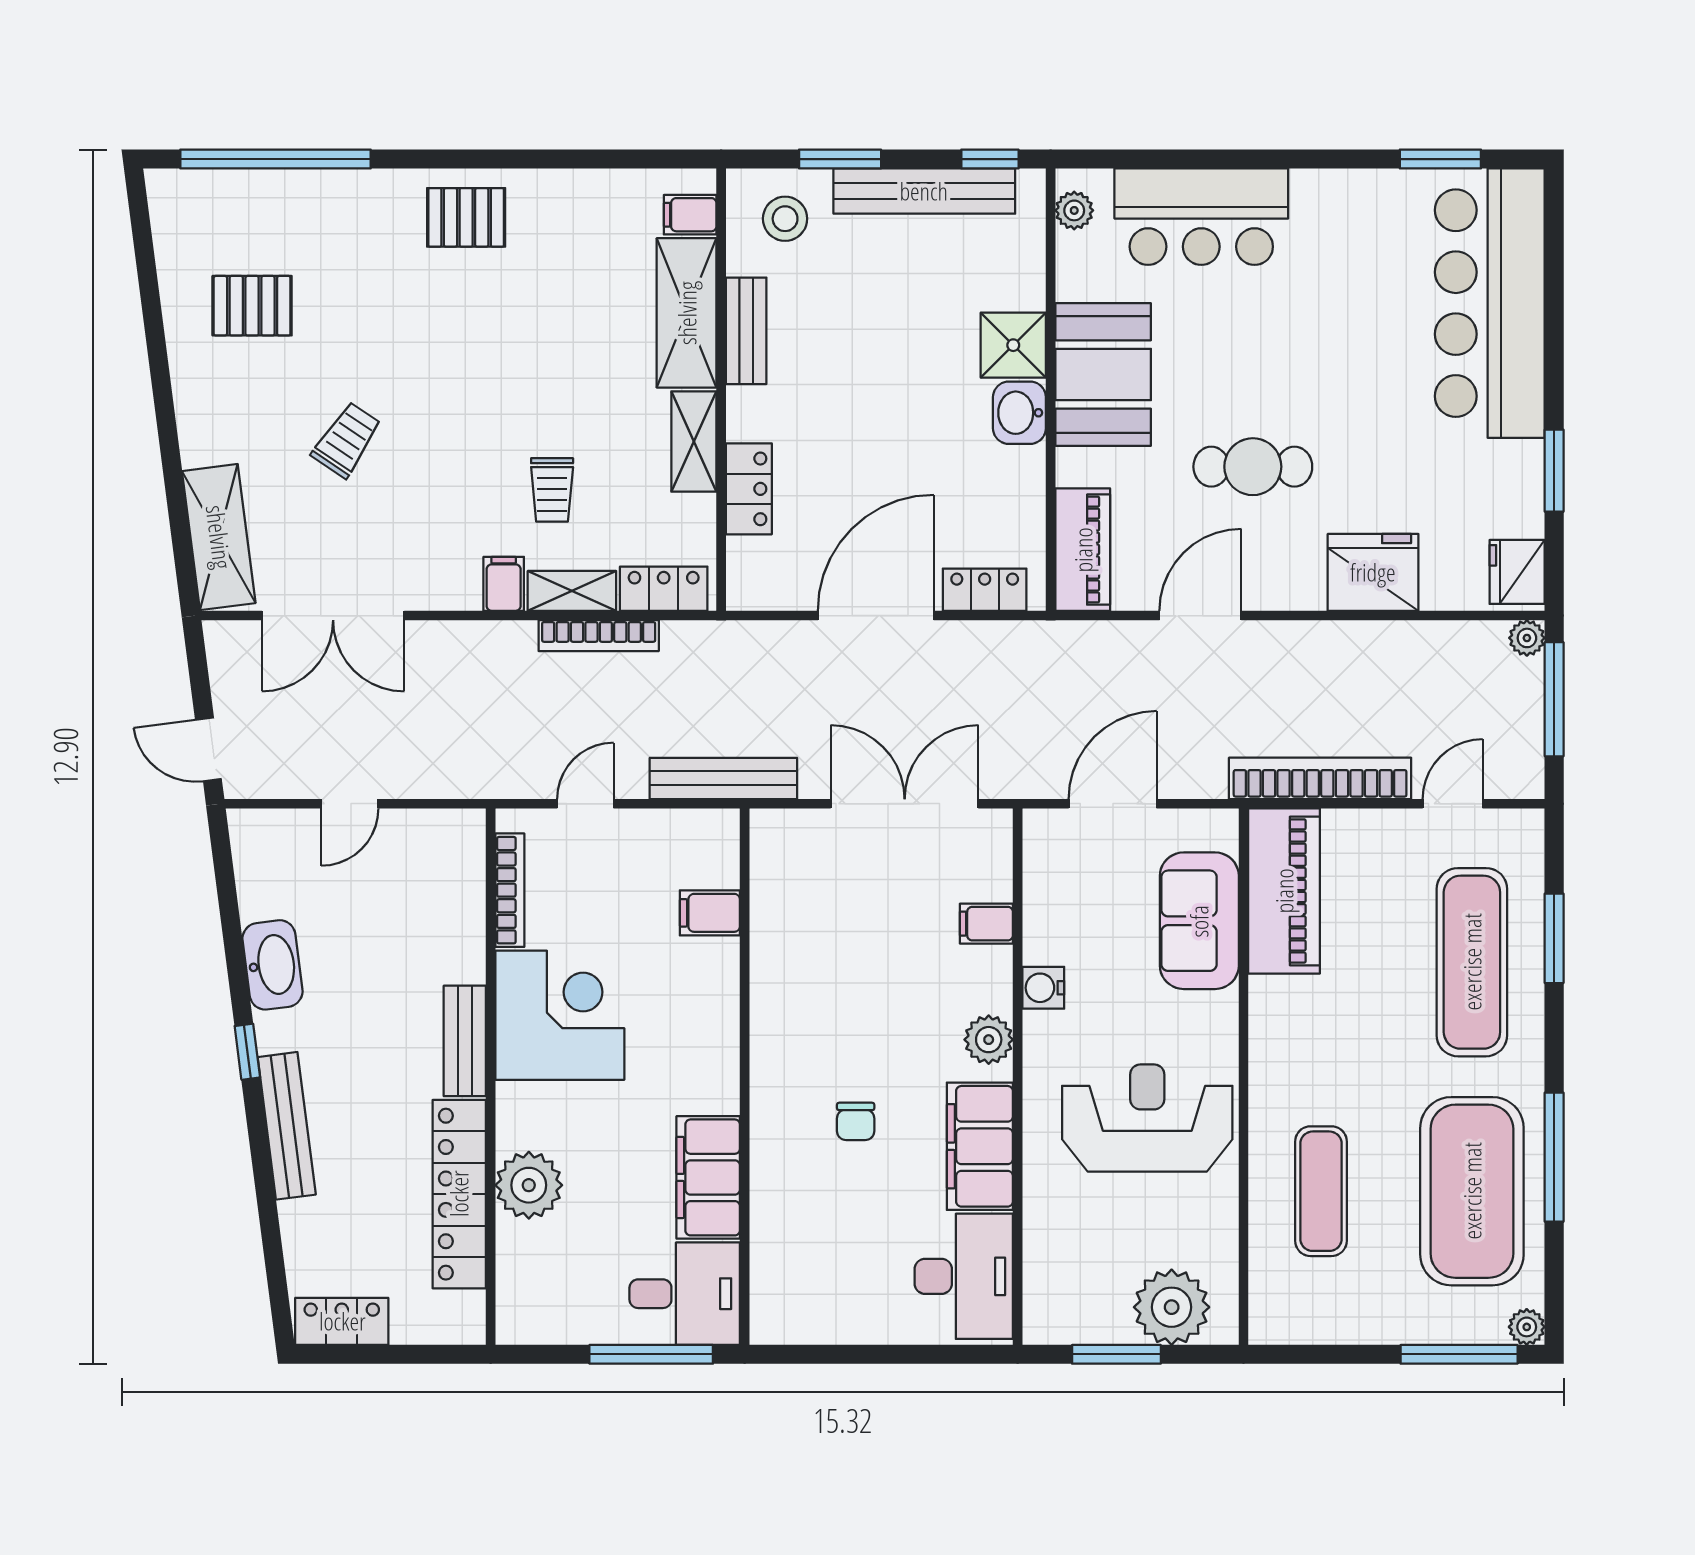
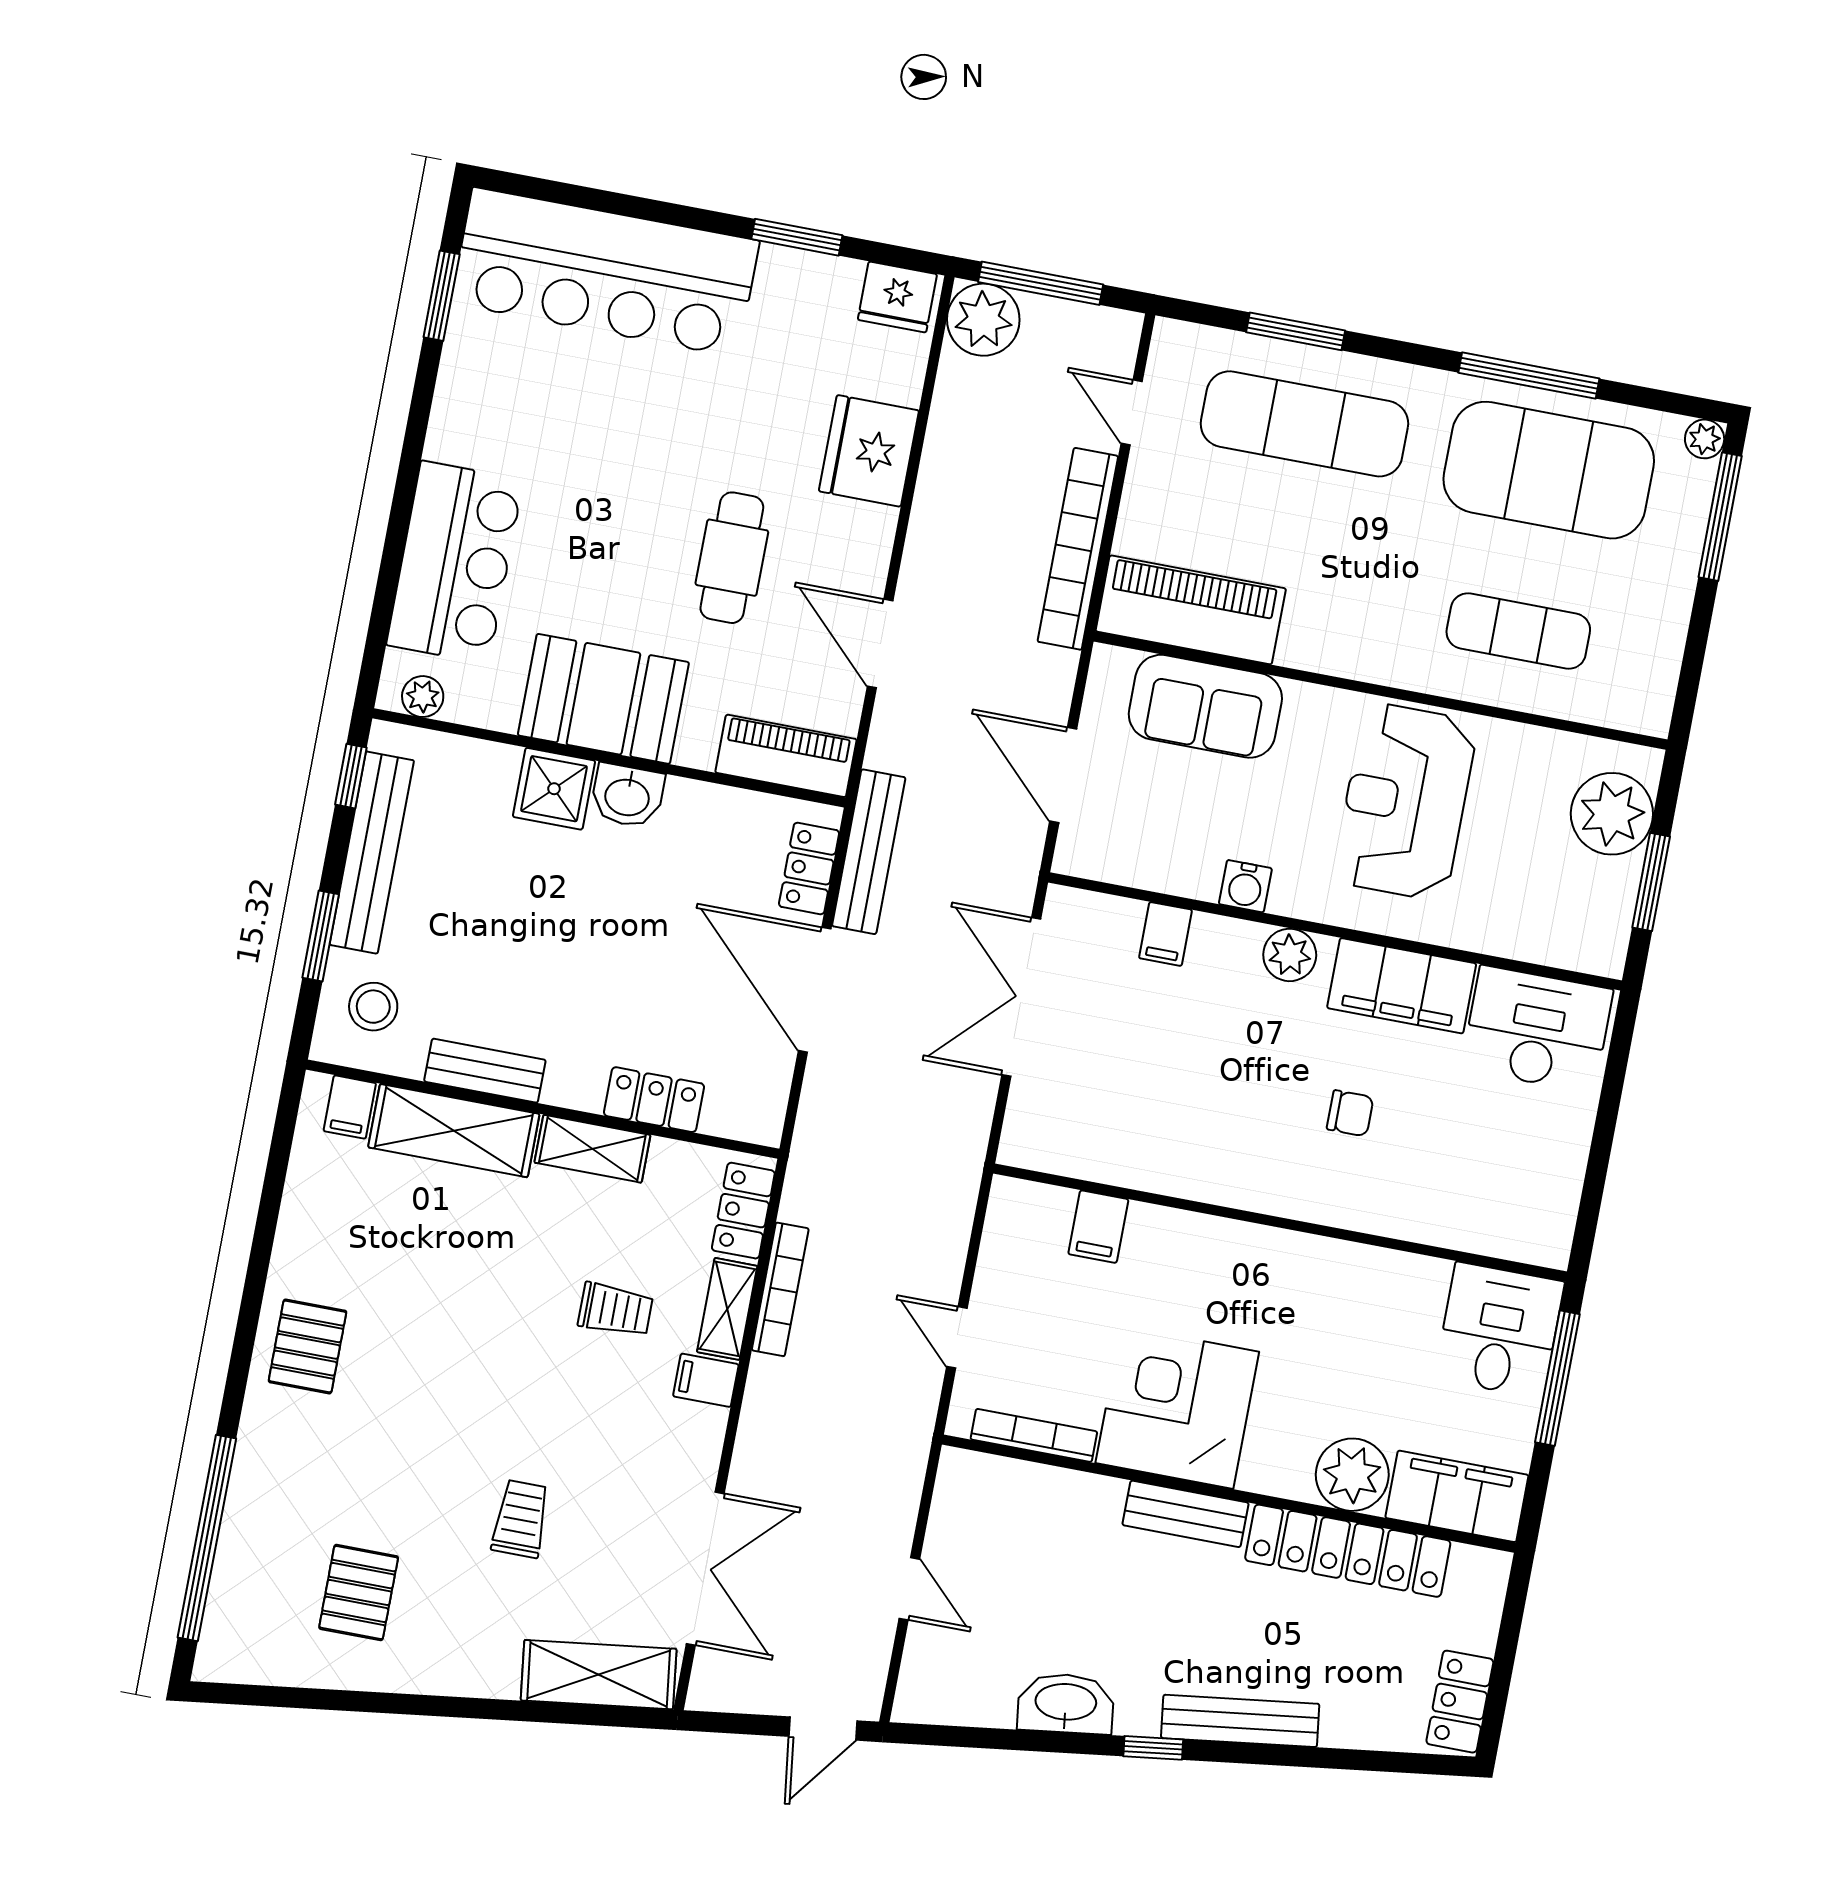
trolley: (347, 440) -> (521, 1519), turned 56
plant: (1527, 638) -> (983, 320), width x1.88, depth x1.88
bench: (723, 778) -> (869, 852), moved
filing cabinet: (708, 1177) -> (1457, 1496), moved, turned 180

